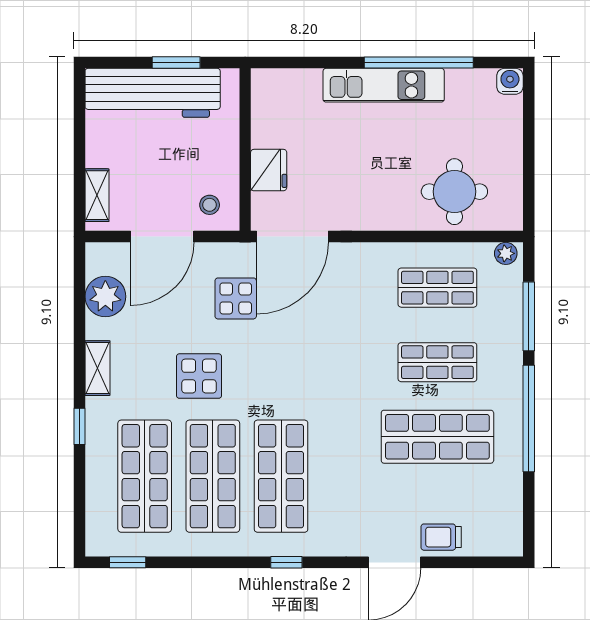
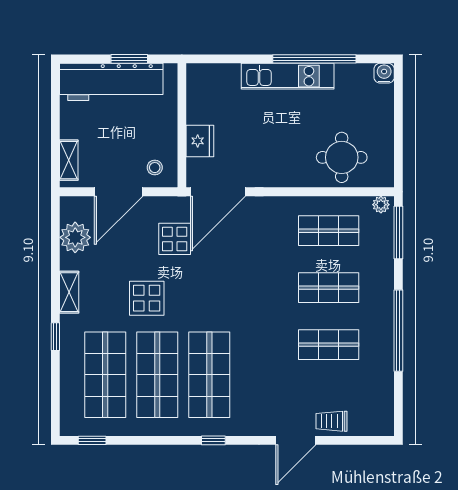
window: (529, 316) -> (398, 232), moved
shop shelf: (437, 437) -> (329, 345), width x0.70, depth x0.74

